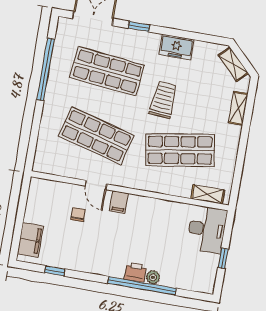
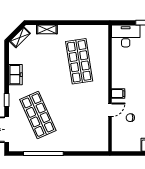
shop shelf: (107, 71) -> (38, 115), turned -30
trolley: (163, 100) -> (50, 77), removed
shop shelf: (96, 136) -> (79, 115), removed
shelving: (208, 194) -> (104, 39), removed

